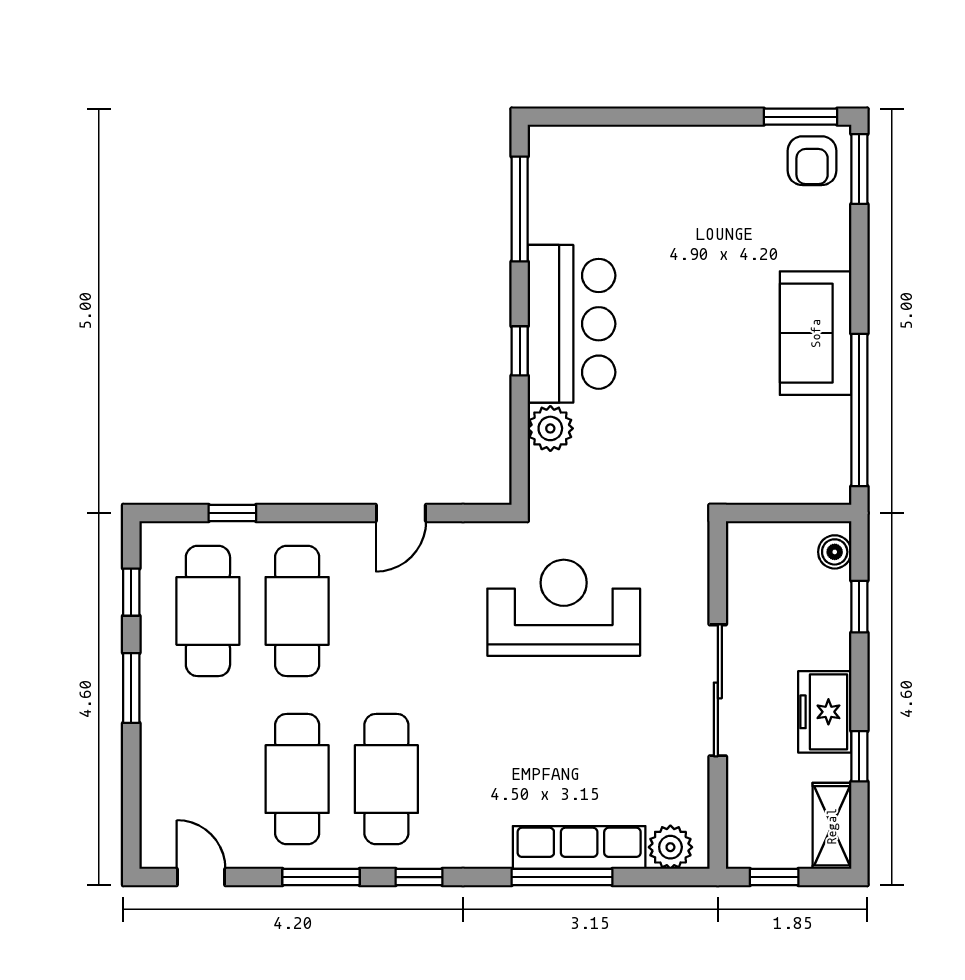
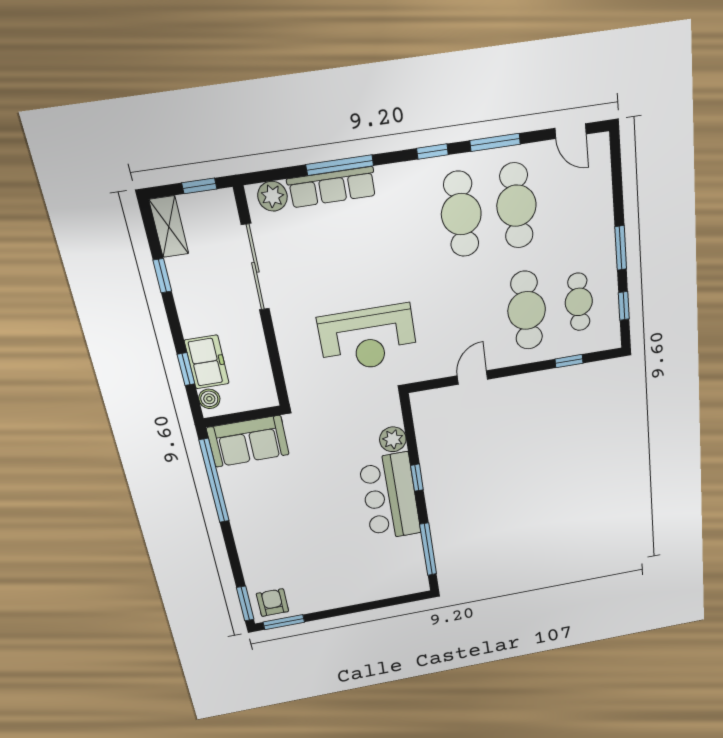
sofa: (816, 333) -> (248, 441), moved, turned 90
cafe table: (208, 611) -> (579, 302), width x0.73, depth x0.74
sliding door: (718, 690) -> (255, 267), moved
freezer: (825, 712) -> (207, 362), moved

